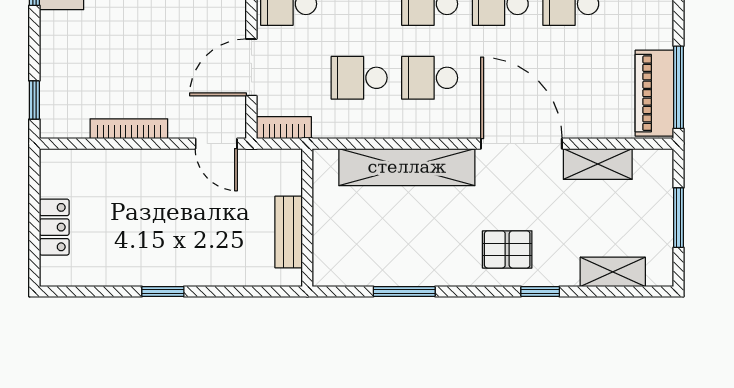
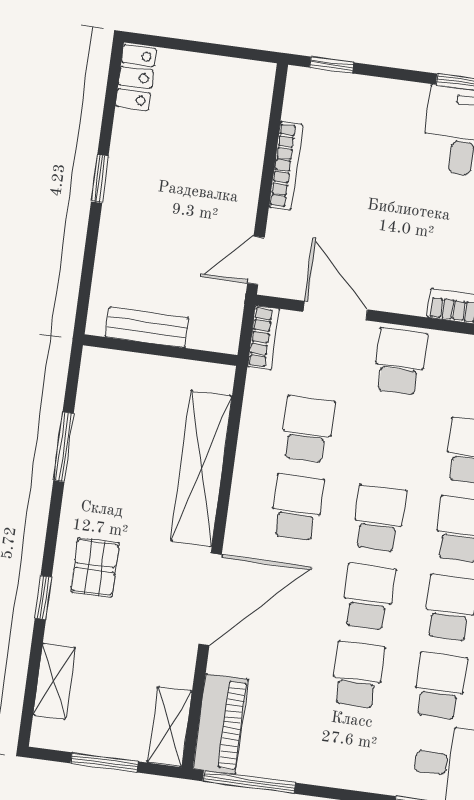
piano: (654, 93) -> (221, 724), moved, turned 90
shelving: (598, 164) -> (170, 727), moved
locker: (54, 227) -> (136, 78), moved, turned -90

